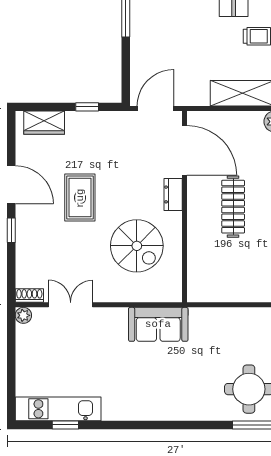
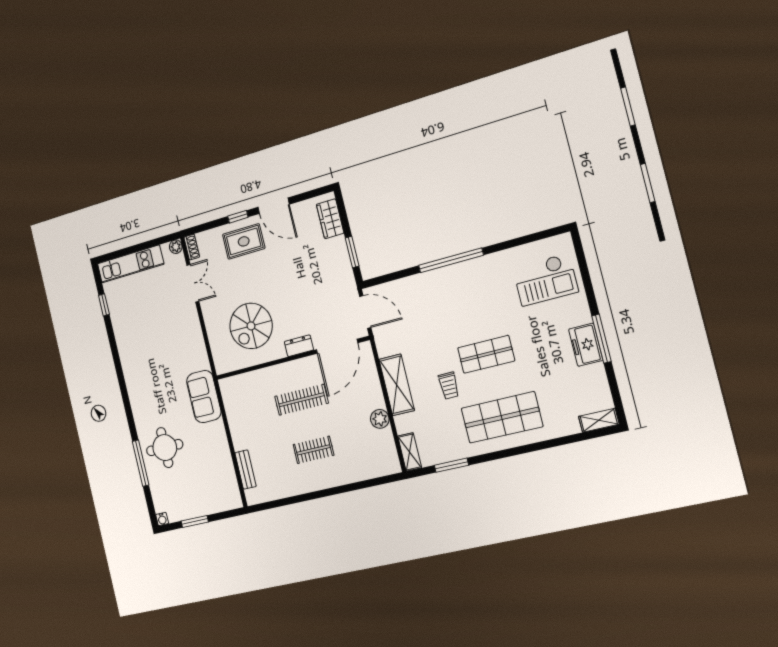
window: (87, 107) -> (352, 252), width x1.50
door: (11, 185) -> (274, 206), hinge flipped
rug: (80, 198) -> (244, 241), moved
sofa: (158, 324) -> (204, 397), moved
kitchen unit: (58, 409) -> (130, 264), moved, turned 90

